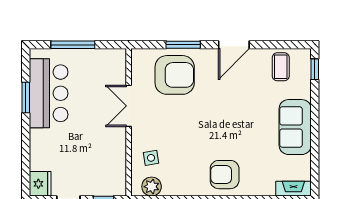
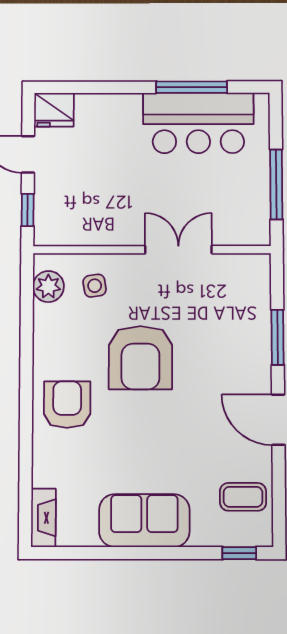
window: (73, 45) -> (276, 184), moved
armchair: (175, 75) -> (140, 358), moved
window: (26, 97) -> (192, 87), width x1.44

